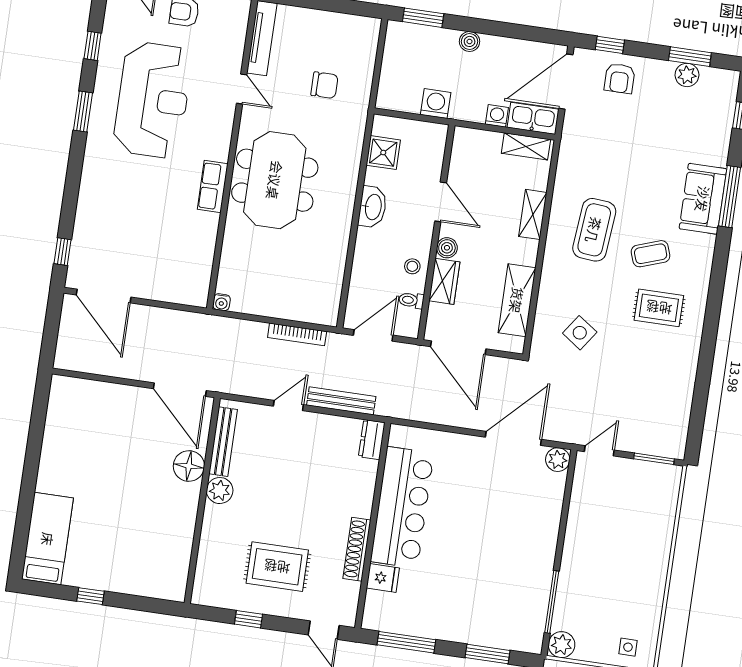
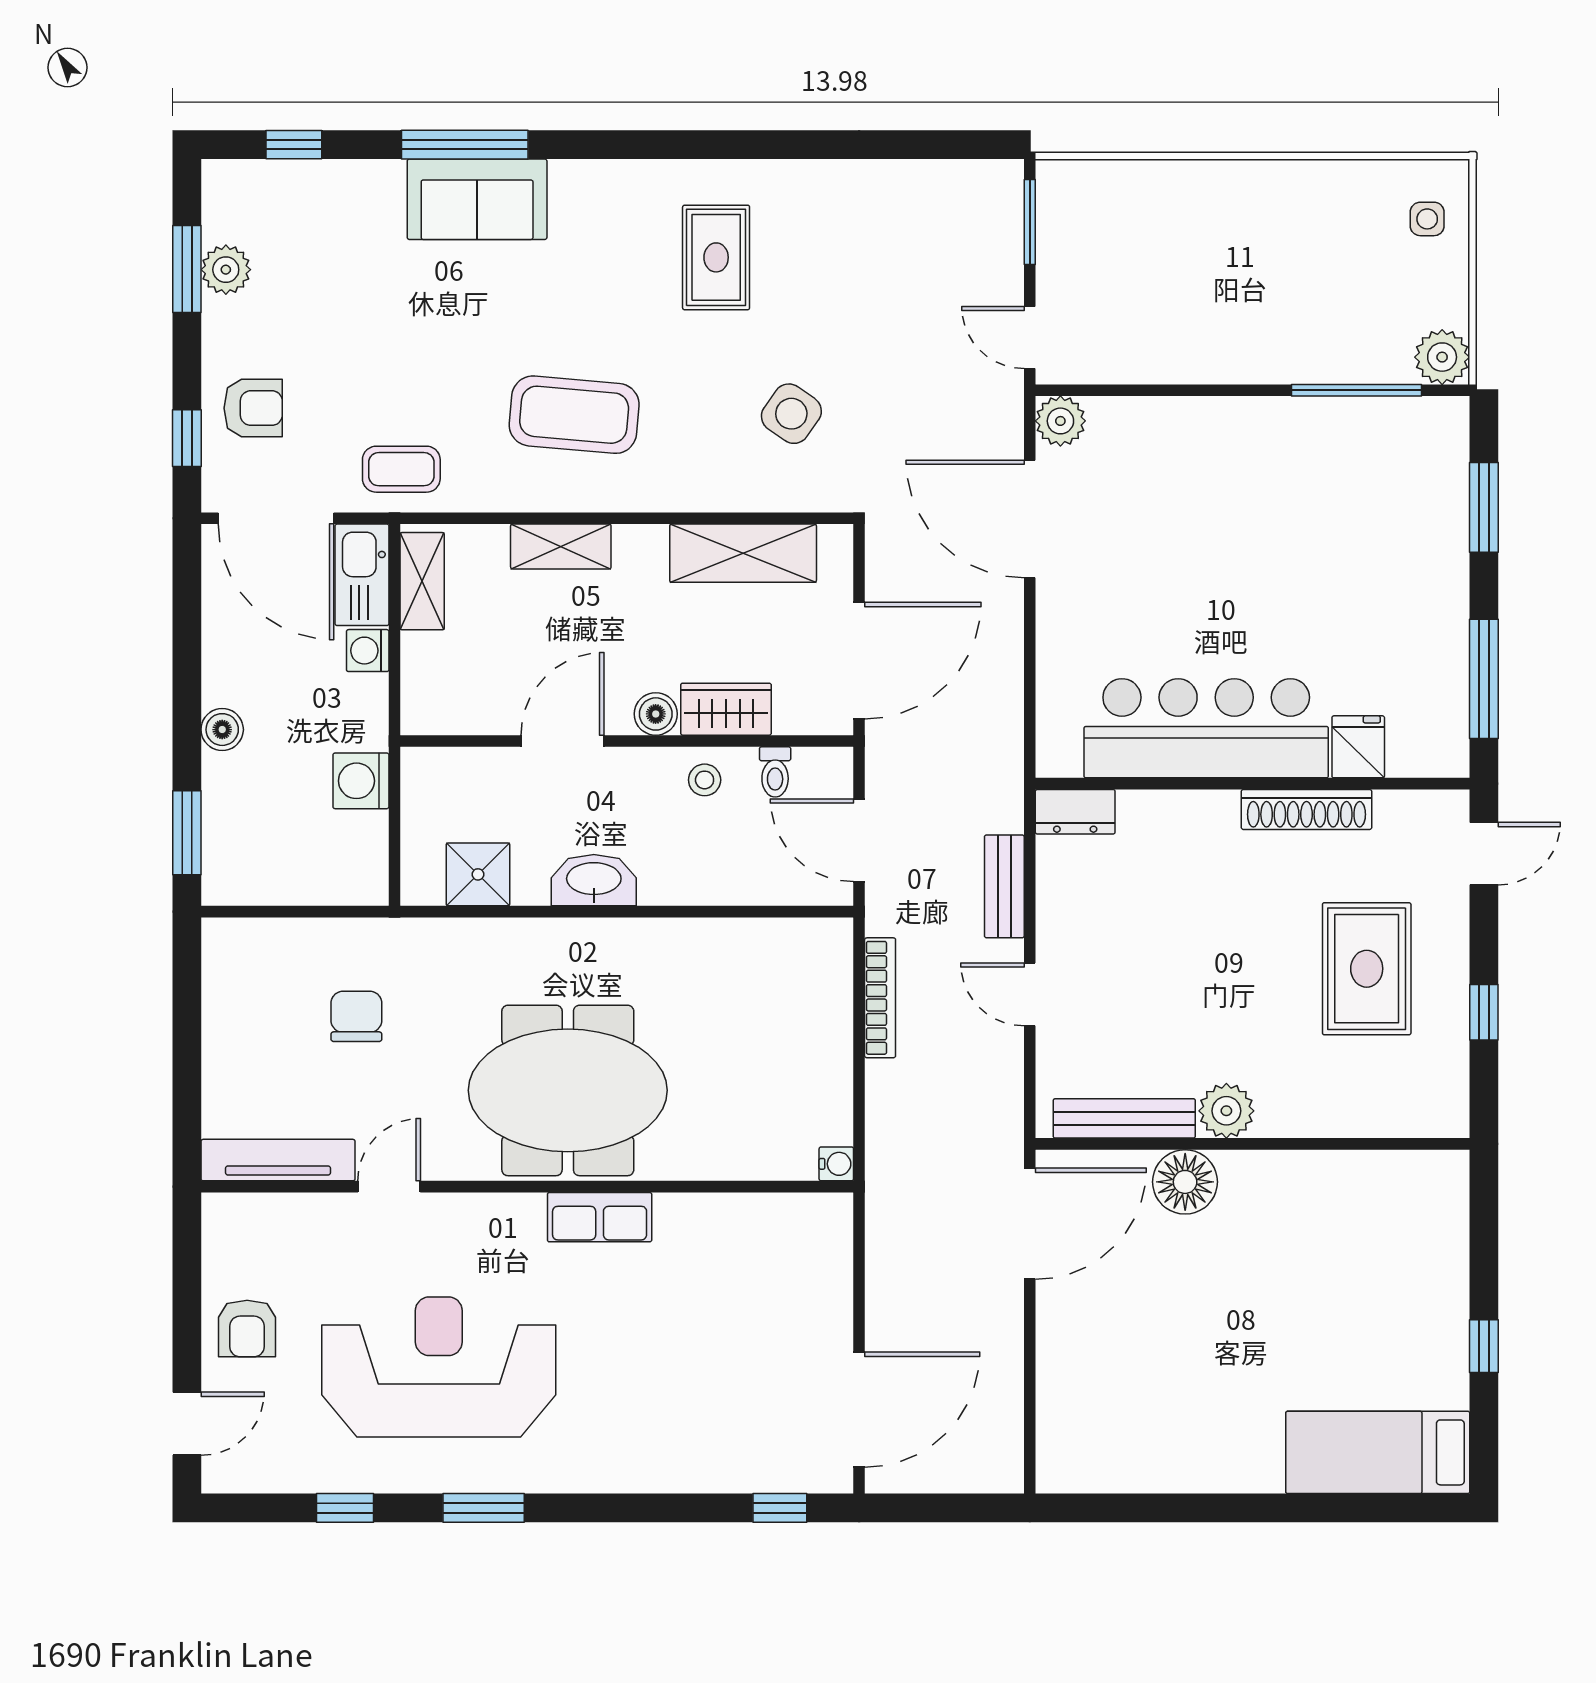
coffee table: (651, 254) -> (401, 469), moved, turned -71
bench: (341, 401) -> (1004, 886), width x0.73

